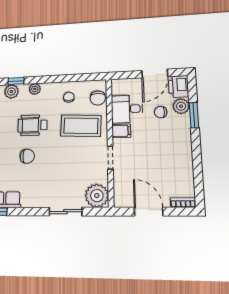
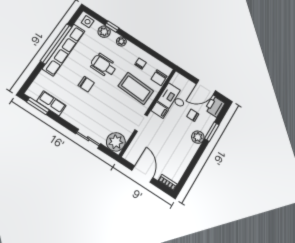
plant: (181, 106) -> (198, 137), moved

